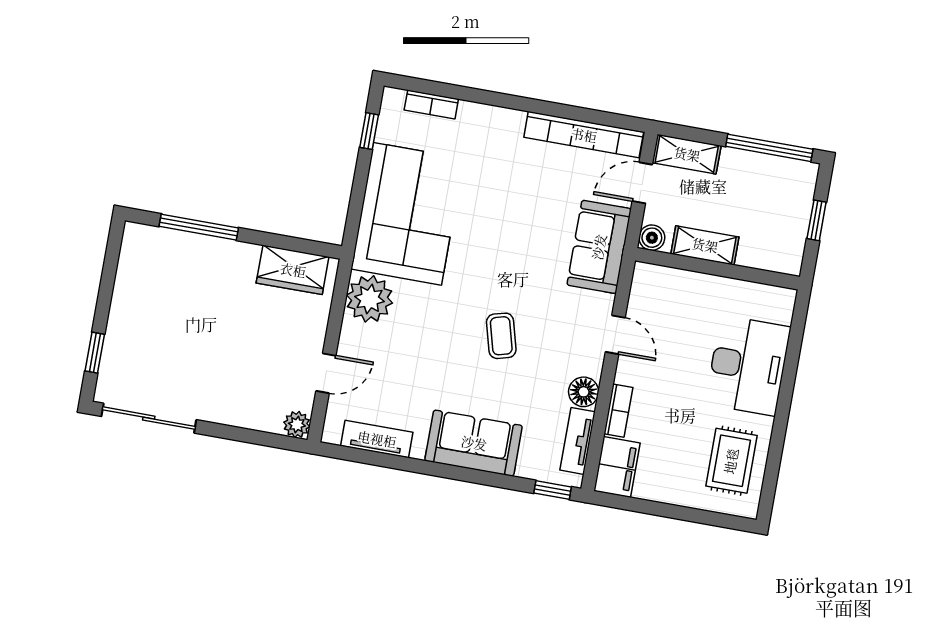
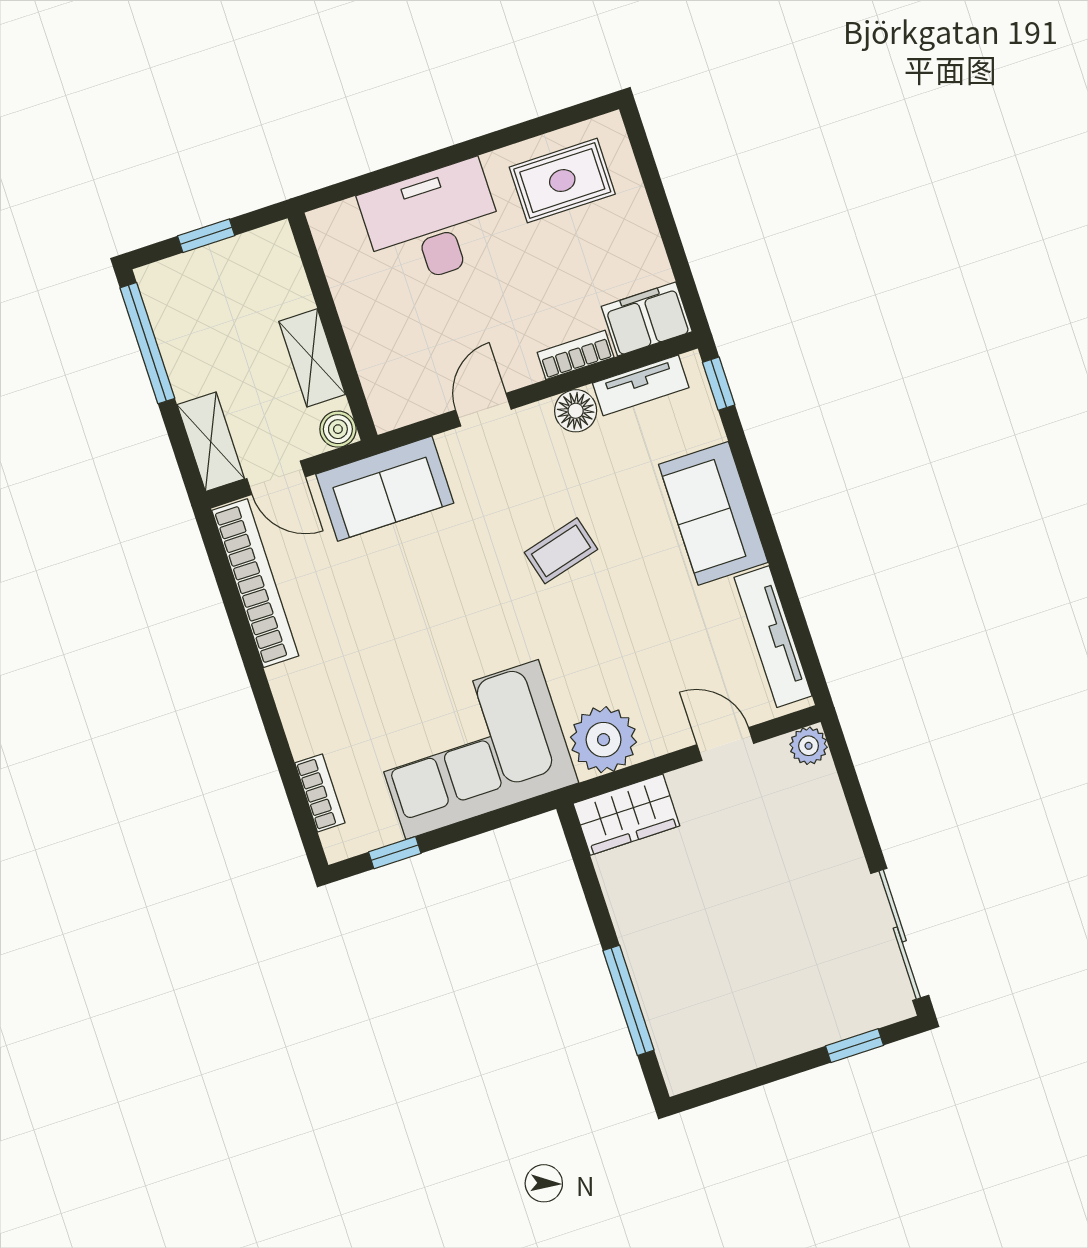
wardrobe: (293, 270) -> (626, 815), moved, turned 90
tv unit: (377, 439) -> (773, 637), width x1.41

